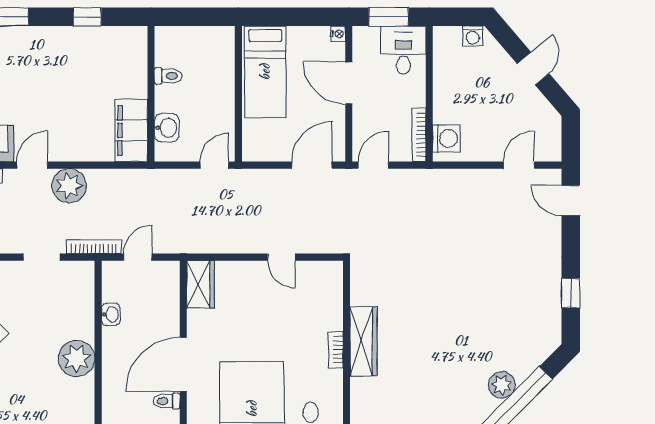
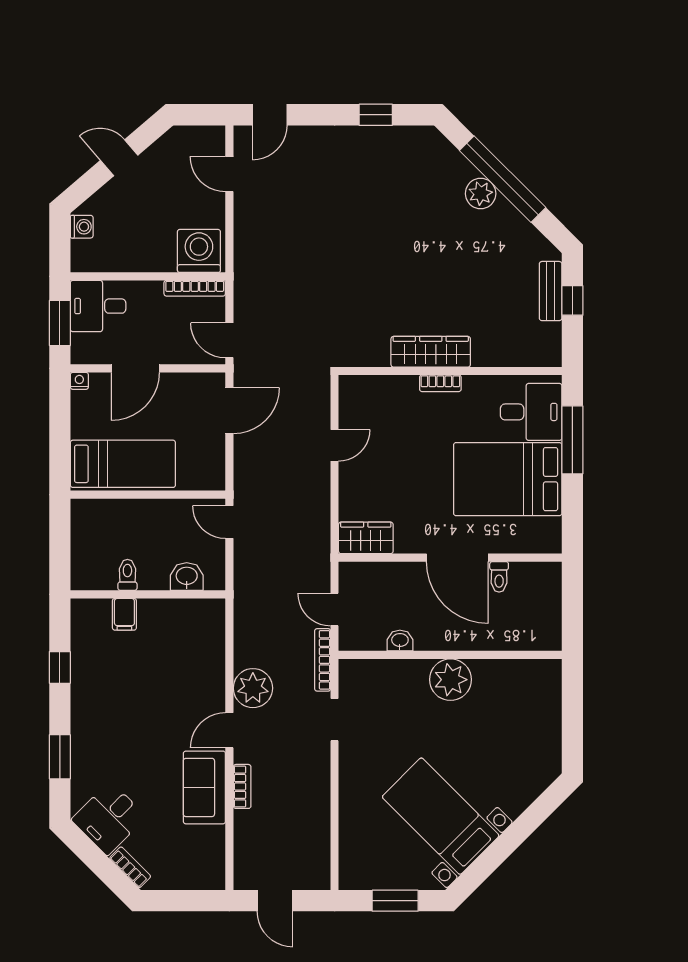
filing cabinet: (131, 130) -> (124, 614), moved, width x0.33, depth x0.86
washing machine: (446, 138) -> (199, 251), width x1.37, depth x1.37
door: (32, 165) -> (229, 730), hinge flipped
door: (312, 165) -> (229, 411), swing flipped

